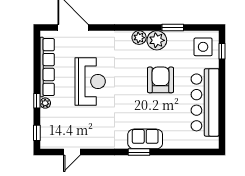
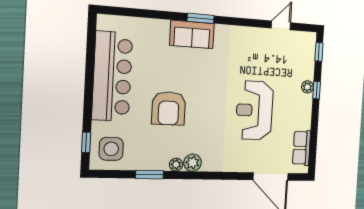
plant: (157, 40) -> (176, 165), width x0.53, depth x0.53
row of seats: (47, 67) -> (302, 148), width x0.50

